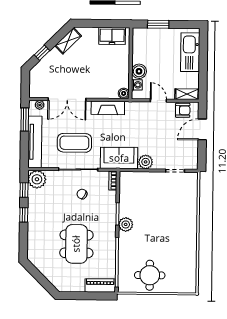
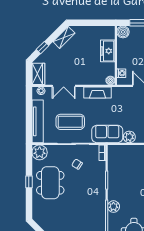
freezer: (112, 36) -> (108, 51), moved, turned 90
boiler: (139, 71) -> (123, 32), moved
wardrobe: (37, 84) -> (38, 74), added
double door: (67, 99) -> (64, 86), width x0.73
window: (25, 120) -> (29, 103), removed
window: (24, 190) -> (29, 161), removed
plant: (126, 224) -> (113, 207), moved
dining table: (76, 244) -> (50, 183), moved

